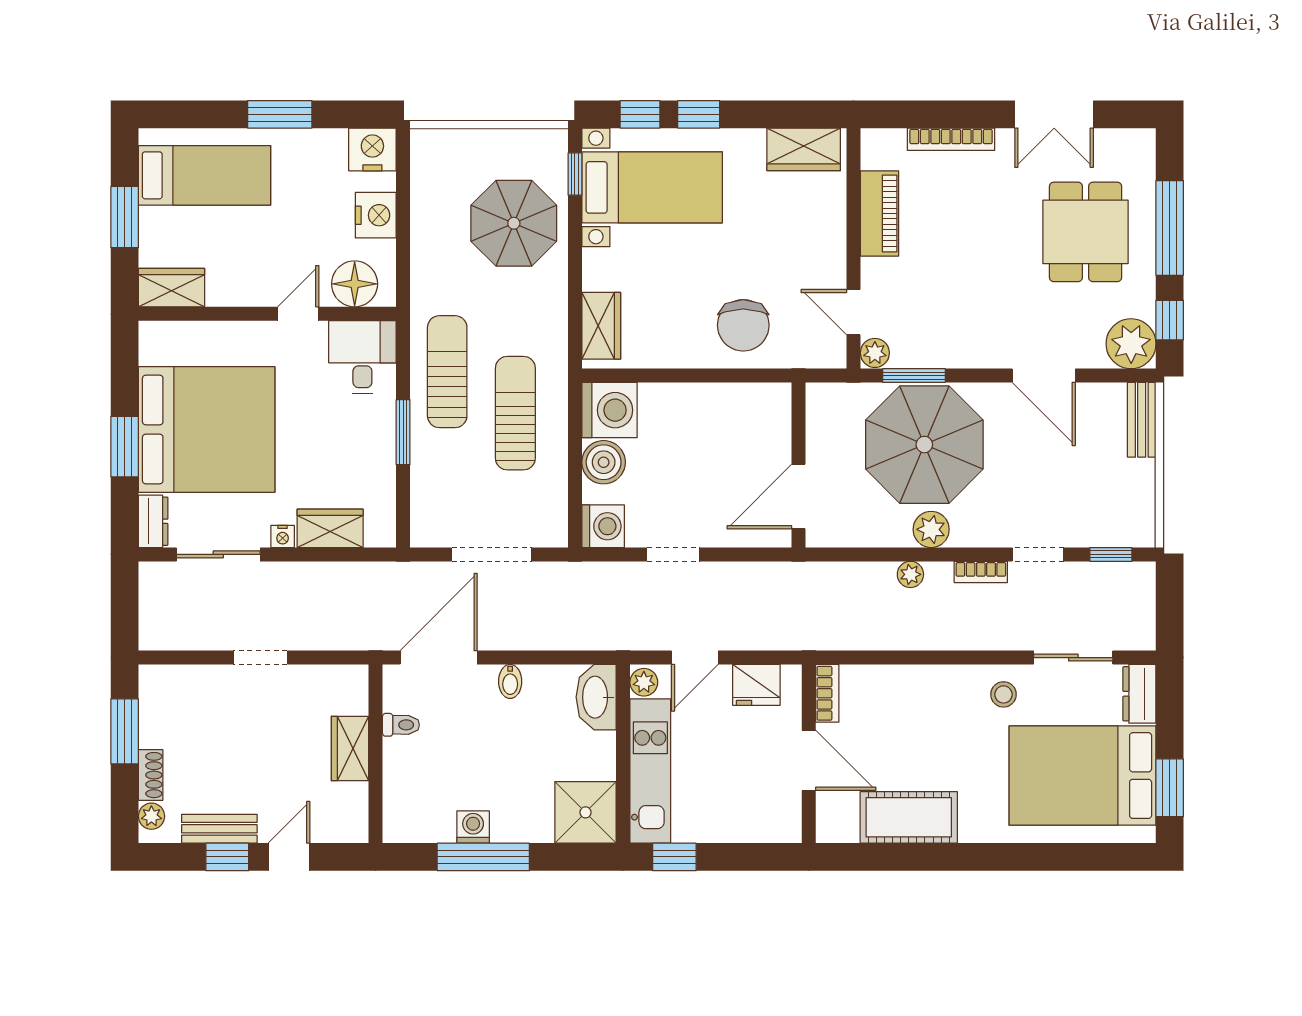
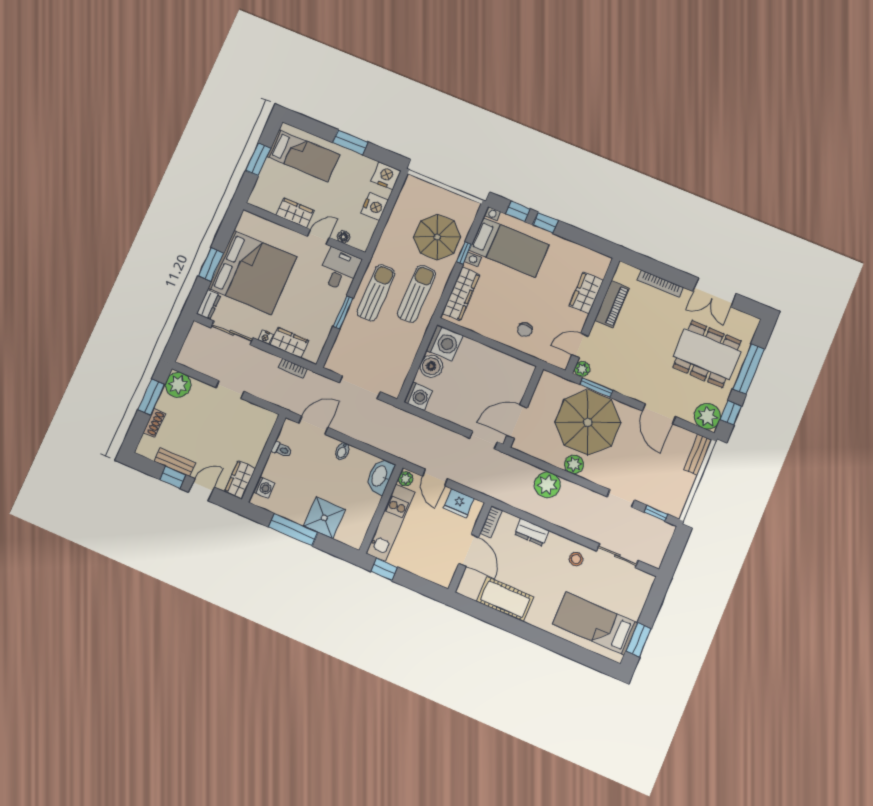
wardrobe: (804, 149) -> (586, 293), moved, turned 90
window: (575, 174) -> (464, 253), moved
dining table: (1086, 232) -> (707, 354), width x1.37
floor lamp: (355, 284) -> (343, 237), width x0.53, depth x0.53
wardrobe: (171, 288) -> (295, 213), moved
door: (853, 312) -> (580, 345), hinge flipped
chair: (743, 325) -> (525, 330), width x0.54, depth x0.54
wardrobe: (601, 326) -> (461, 294), width x1.50
sun lounger: (515, 413) -> (416, 294), moved
doorway: (673, 554) -> (484, 440), moved
bookcase: (981, 572) -> (293, 368), moved
plant: (910, 574) -> (547, 485), width x1.87, depth x1.87
door: (439, 658) -> (313, 425), width x0.73
door: (695, 658) -> (435, 477), hinge flipped
dresser: (1139, 694) -> (532, 532), moved, turned -90
wardrobe: (350, 748) -> (240, 480), moved
bed: (1083, 776) -> (595, 623), width x0.67
shower: (586, 812) -> (324, 518), moved
plant: (151, 816) -> (178, 385), moved, width x1.88, depth x1.88
washing machine: (473, 827) -> (264, 488), moved, turned 90

